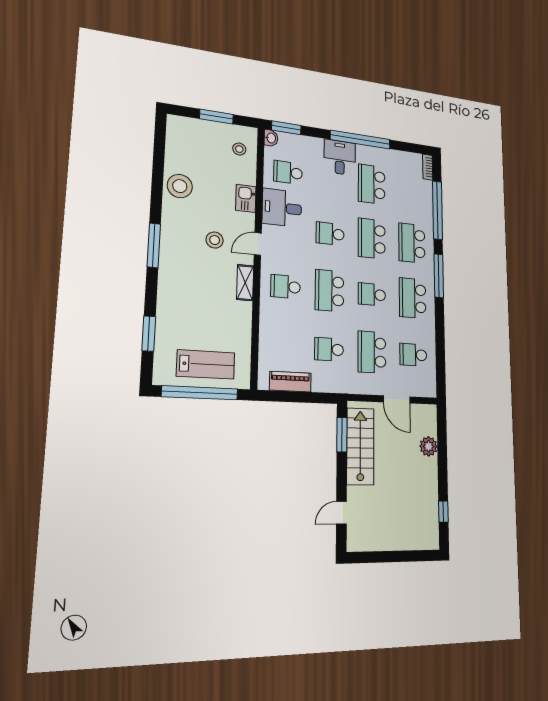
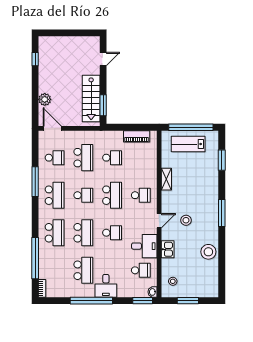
window: (439, 276) -> (35, 182), moved
shelving: (245, 283) -> (166, 179), moved
door: (397, 399) -> (52, 128), moved

